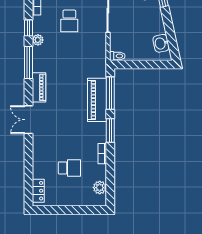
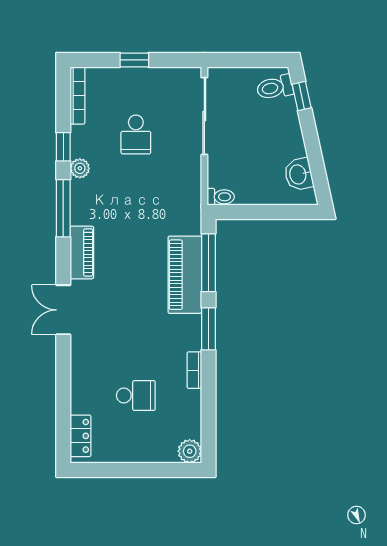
plant: (100, 188) -> (190, 451), moved

